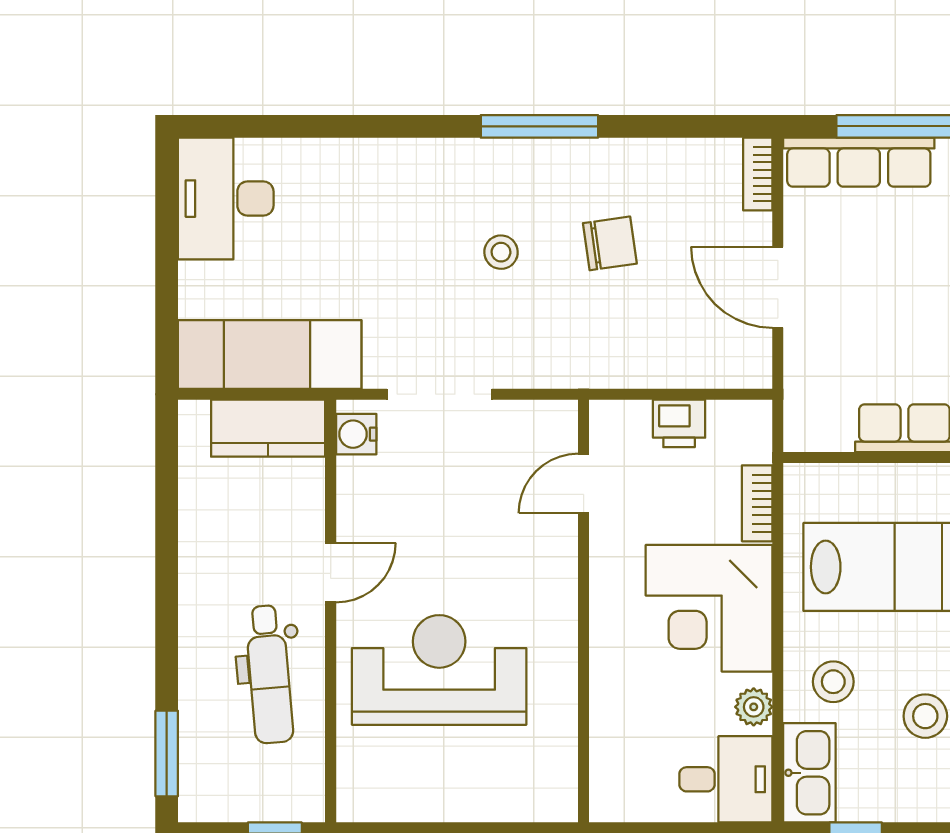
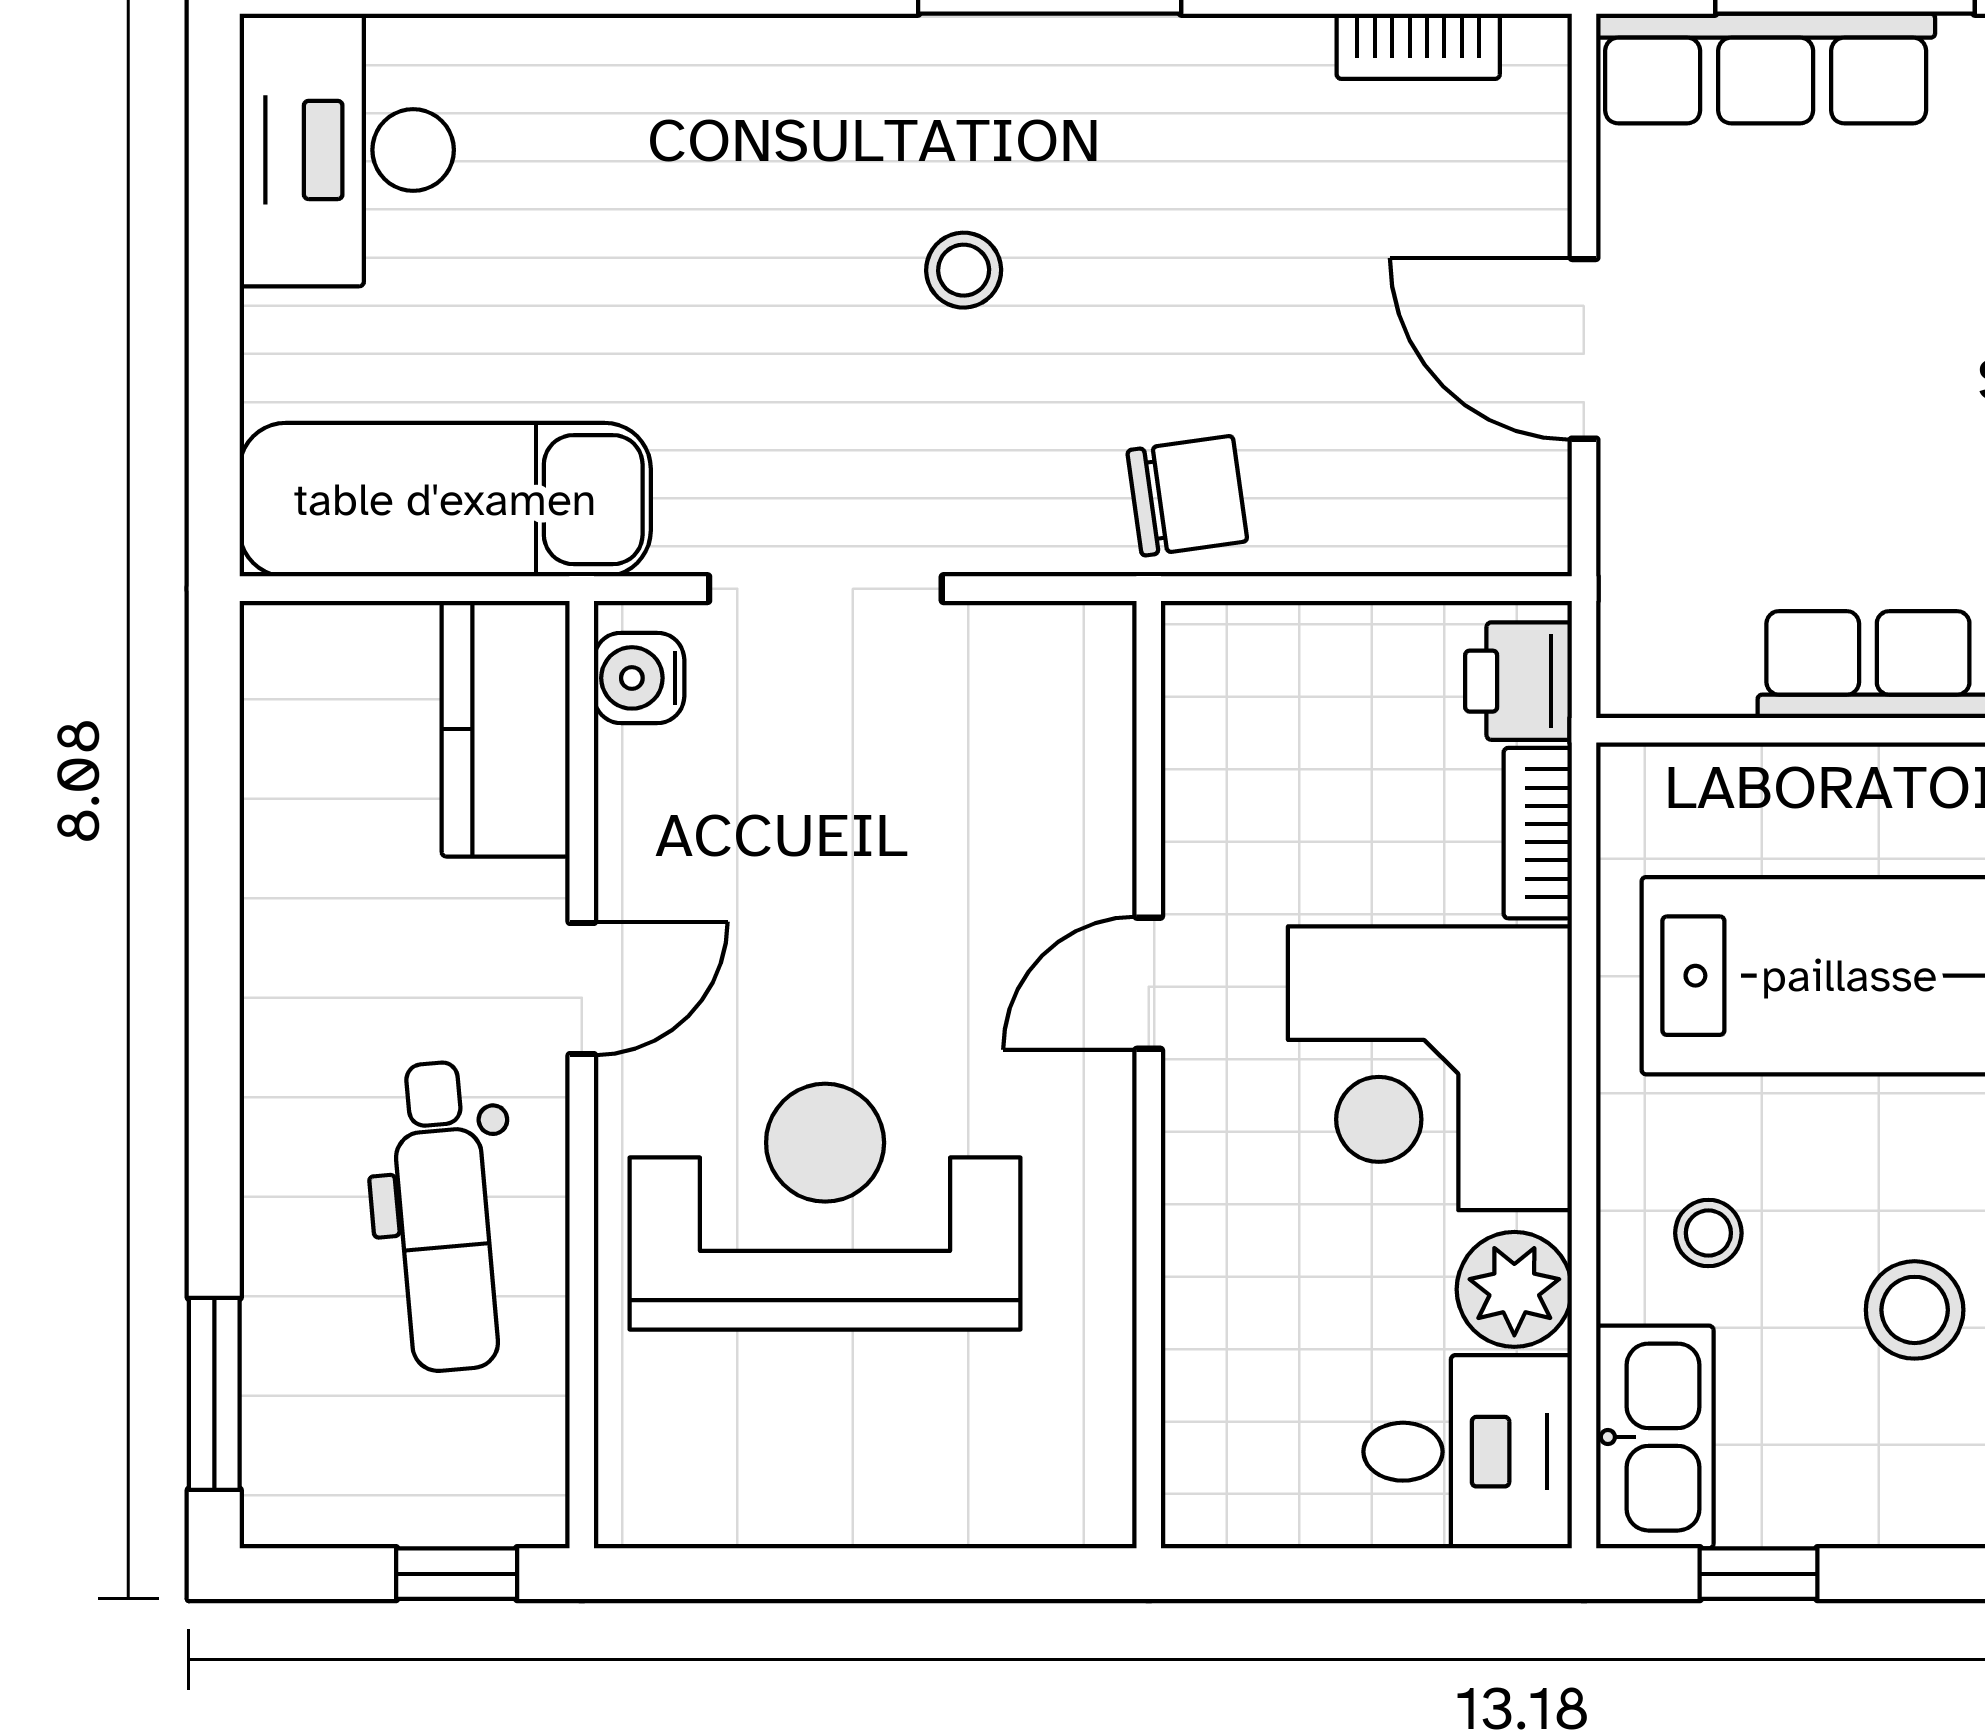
bookcase: (758, 174) -> (1418, 46), moved, turned -90
chair: (610, 243) -> (1187, 496), moved
printer: (679, 423) -> (1518, 681), moved, turned 90
kitchen counter: (268, 428) -> (506, 729), moved, turned 90
door: (584, 483) -> (1149, 983), moved
stool: (833, 682) -> (1708, 1233), width x0.73, depth x0.73
plant: (754, 707) -> (1514, 1289), width x1.38, depth x1.38

